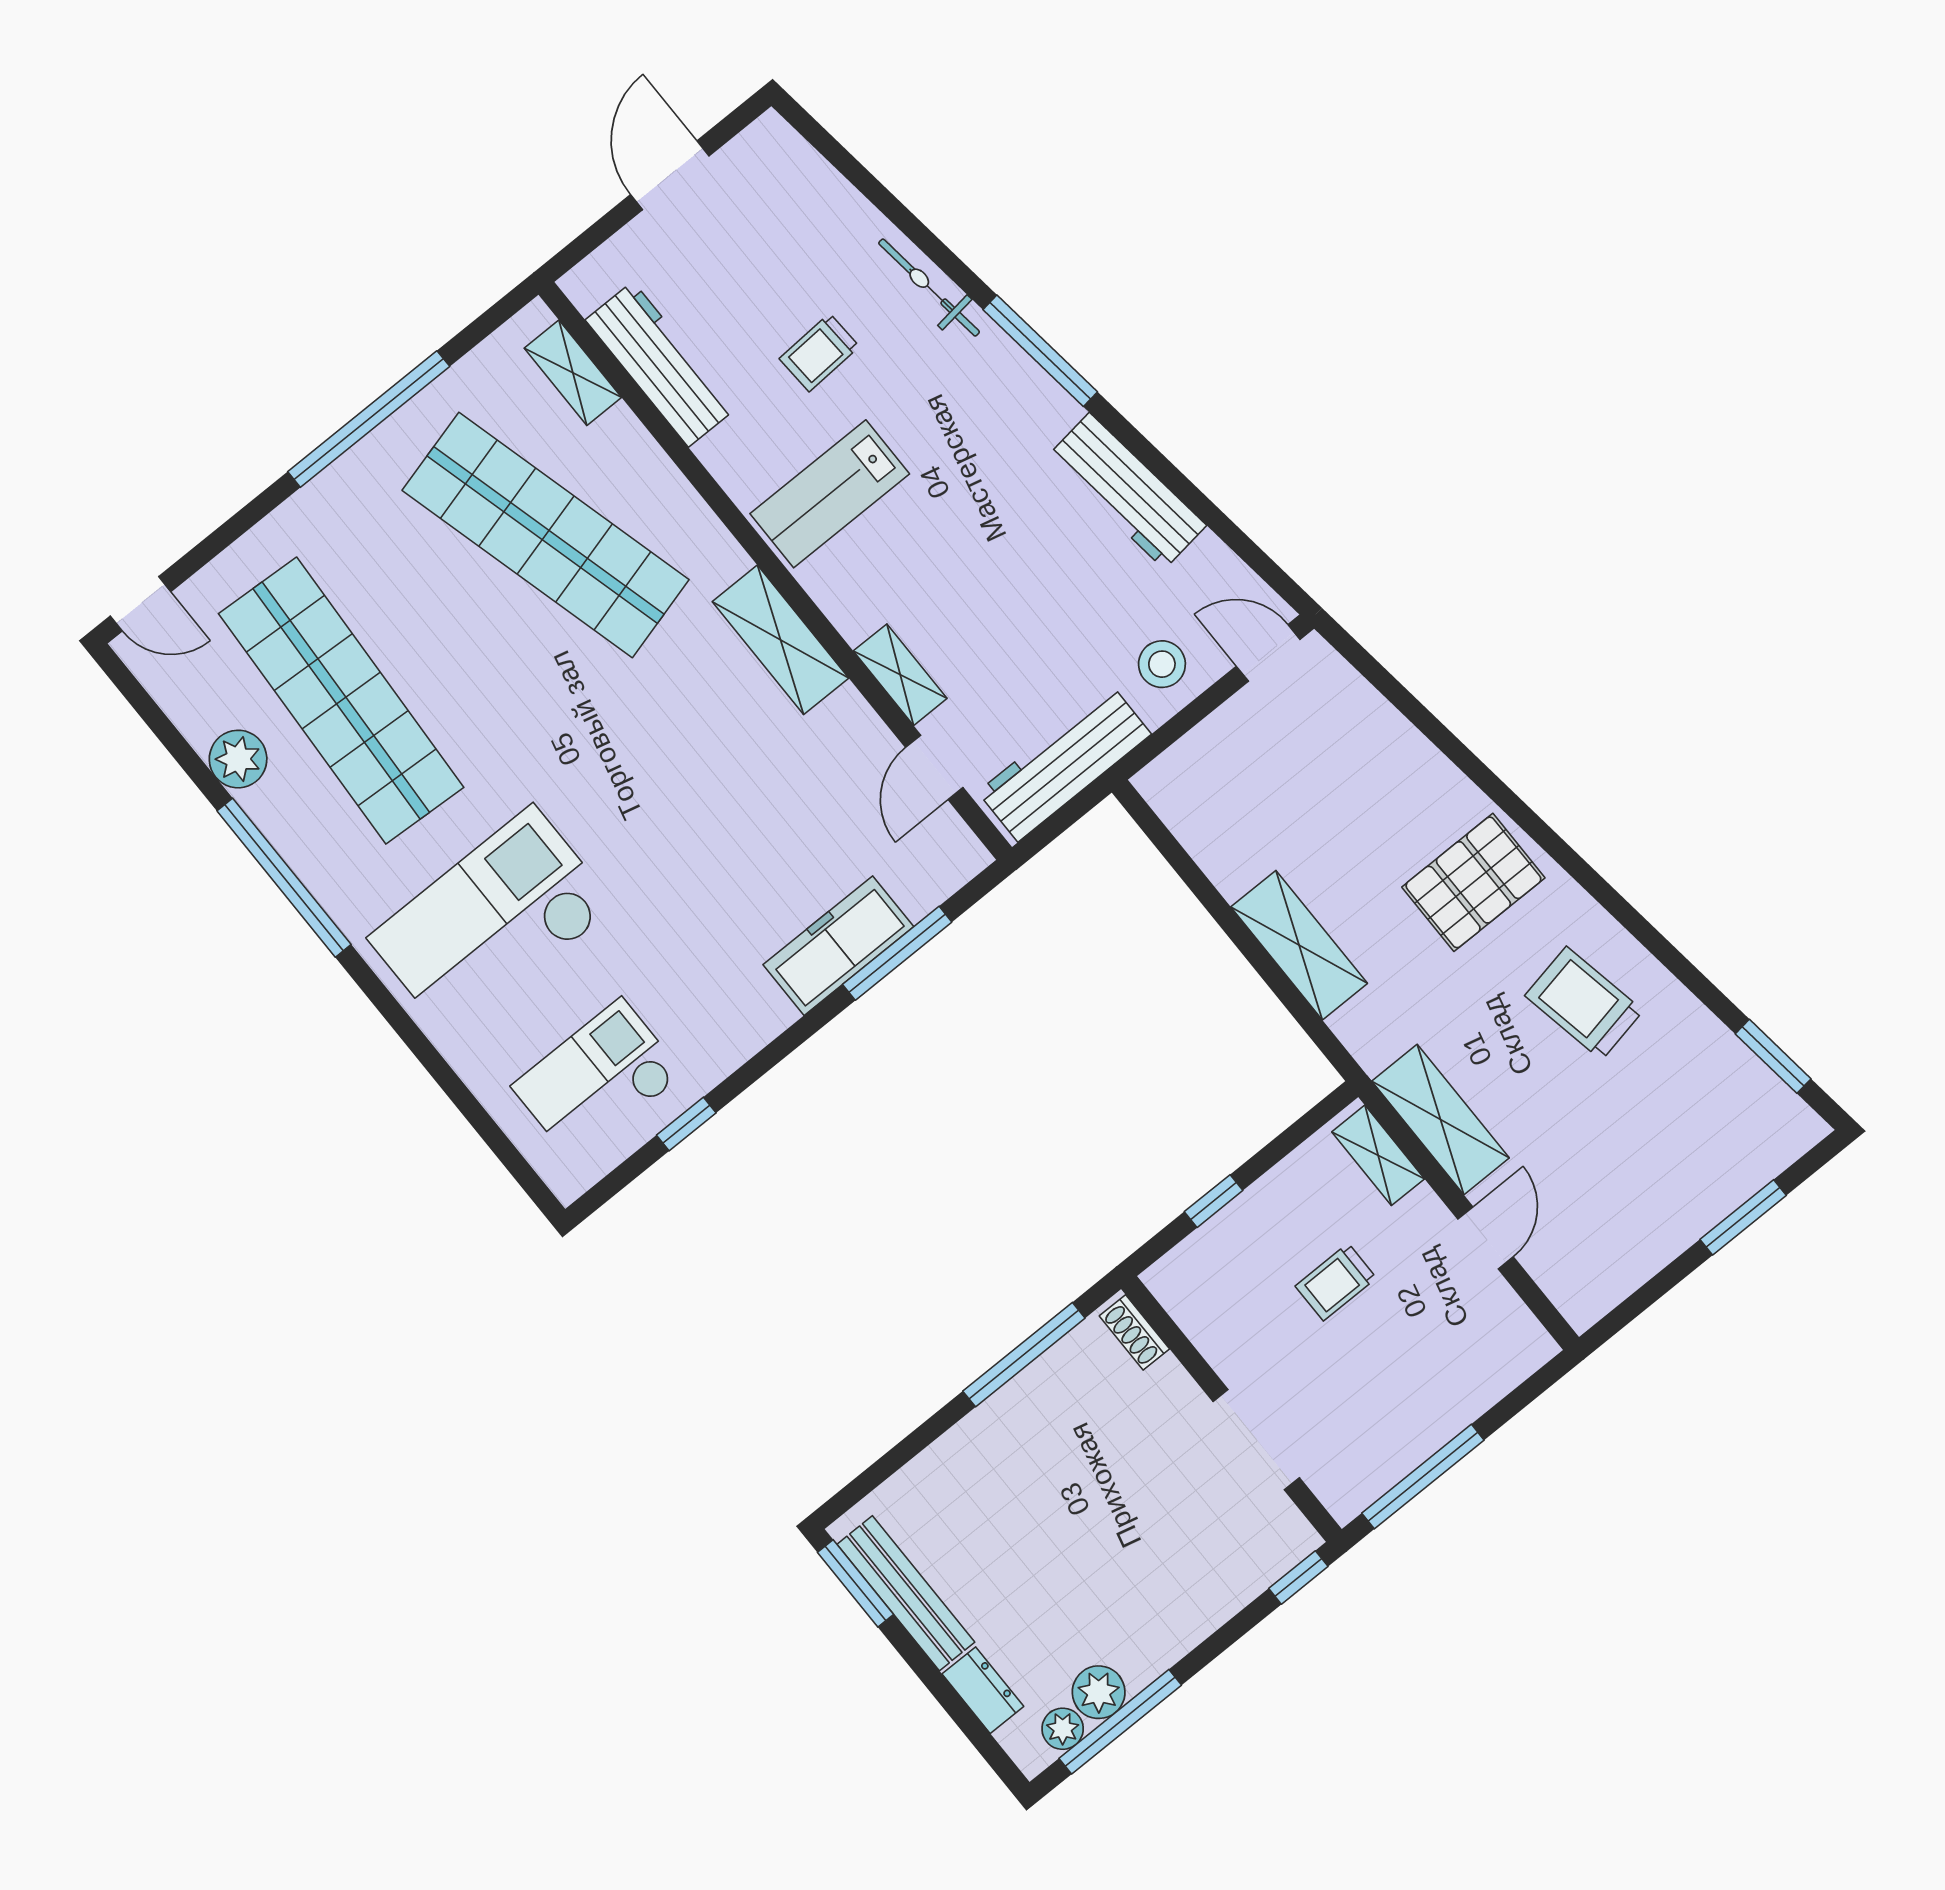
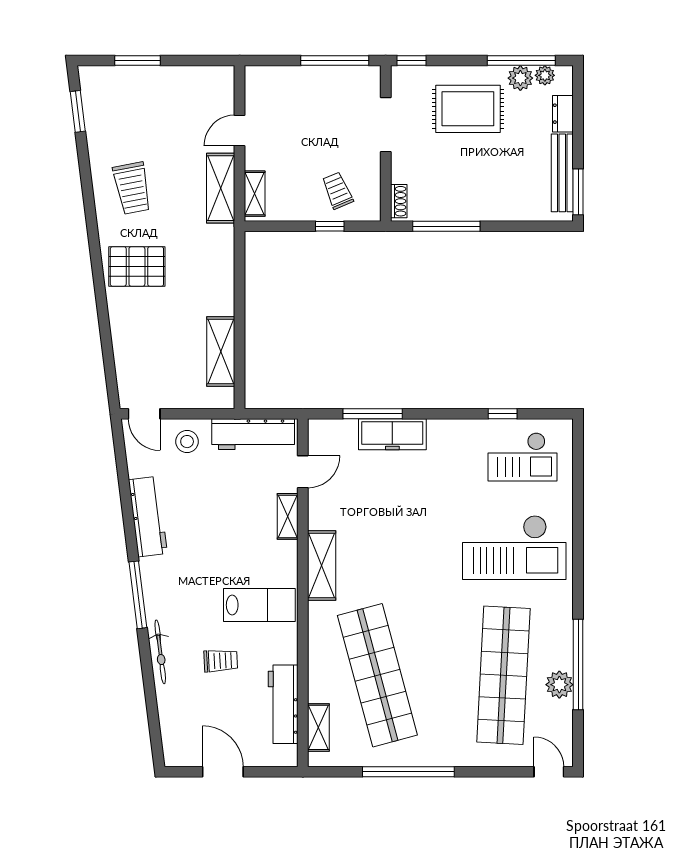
door: (670, 175) -> (223, 772), swing flipped
window: (284, 878) -> (578, 665), moved
shelving: (1299, 945) -> (221, 351), moved
trolley: (1336, 1282) -> (337, 191), moved, turned -113
rug: (1143, 1573) -> (468, 109), added

